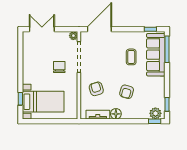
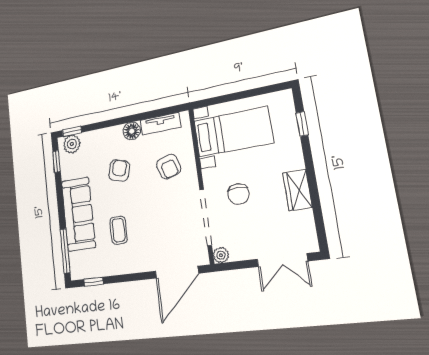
sofa: (156, 55) -> (78, 214), moved
wardrobe: (28, 64) -> (297, 190), added
bed with nightstands: (43, 102) -> (233, 132), moved, turned 180

